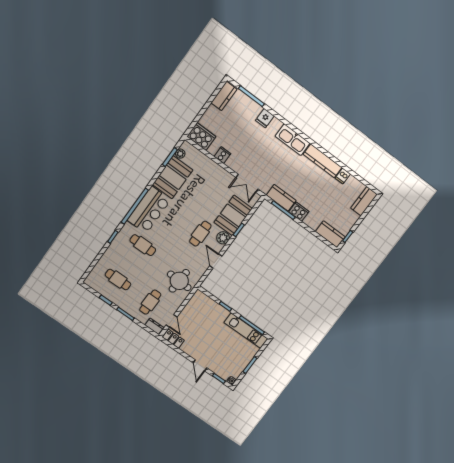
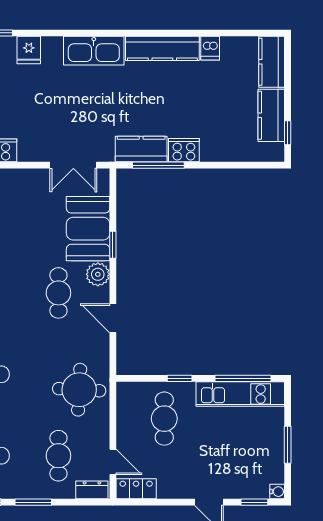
kitchen counter: (330, 234) -> (271, 115), moved, turned -90
cafe table: (207, 318) -> (164, 419), added

